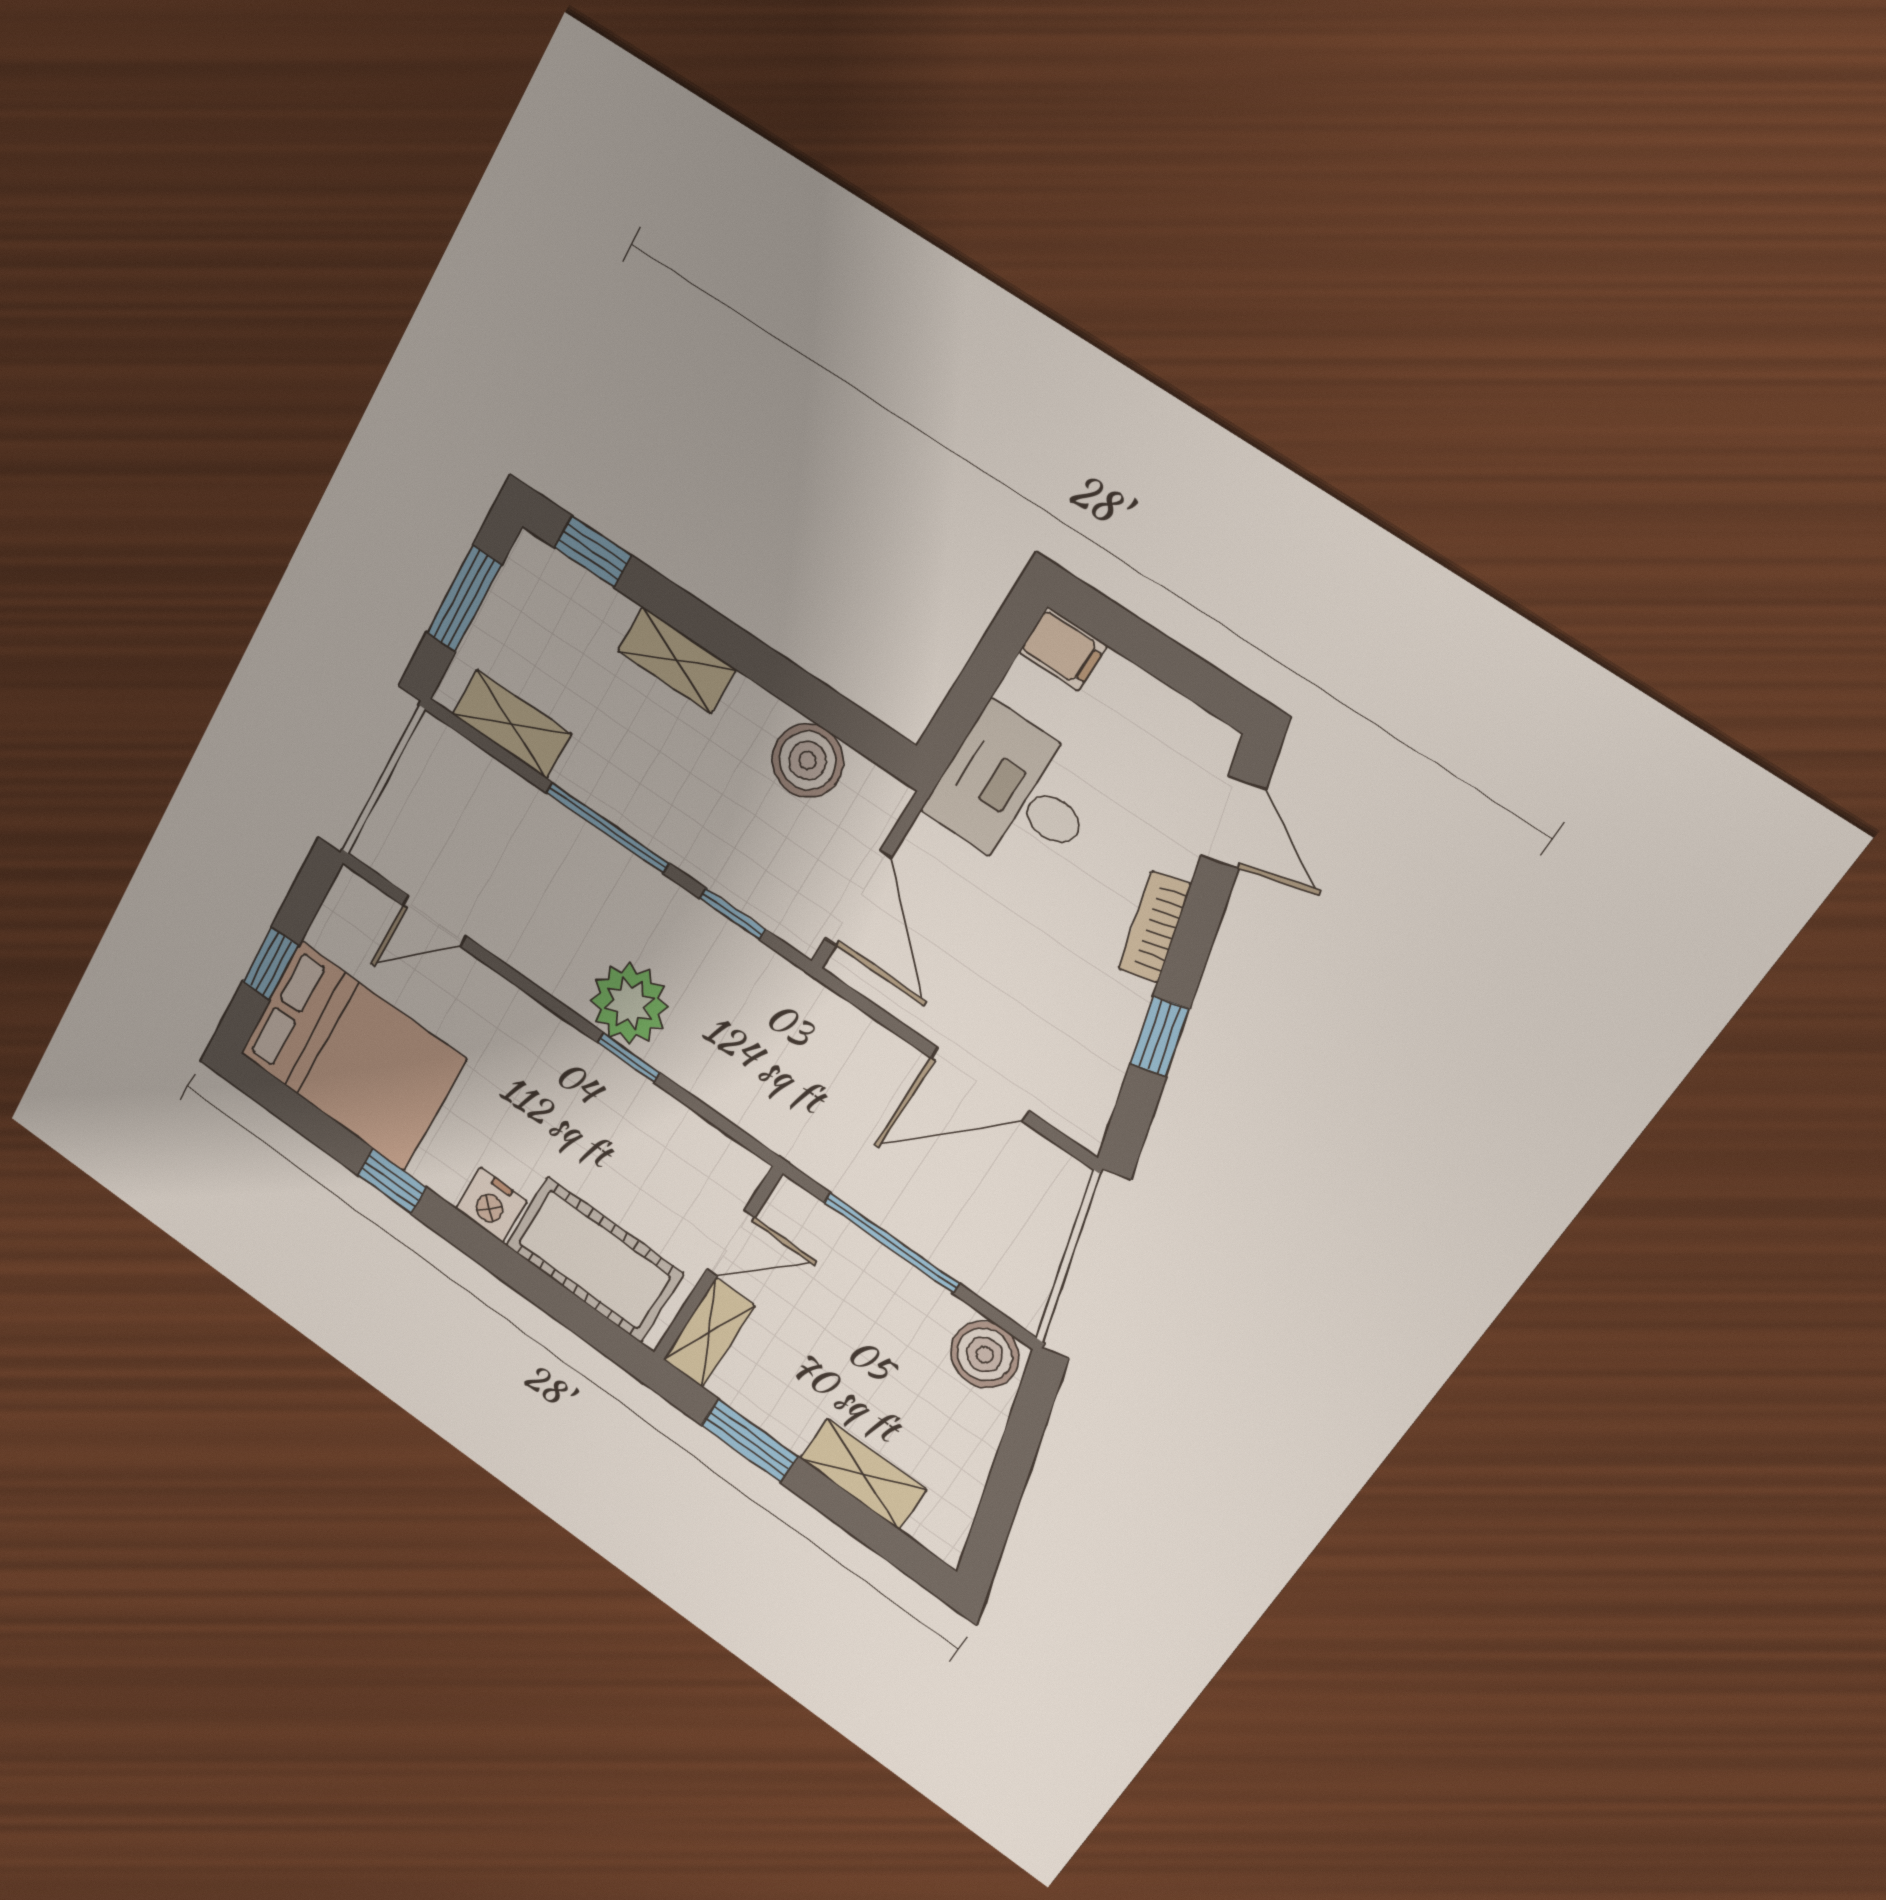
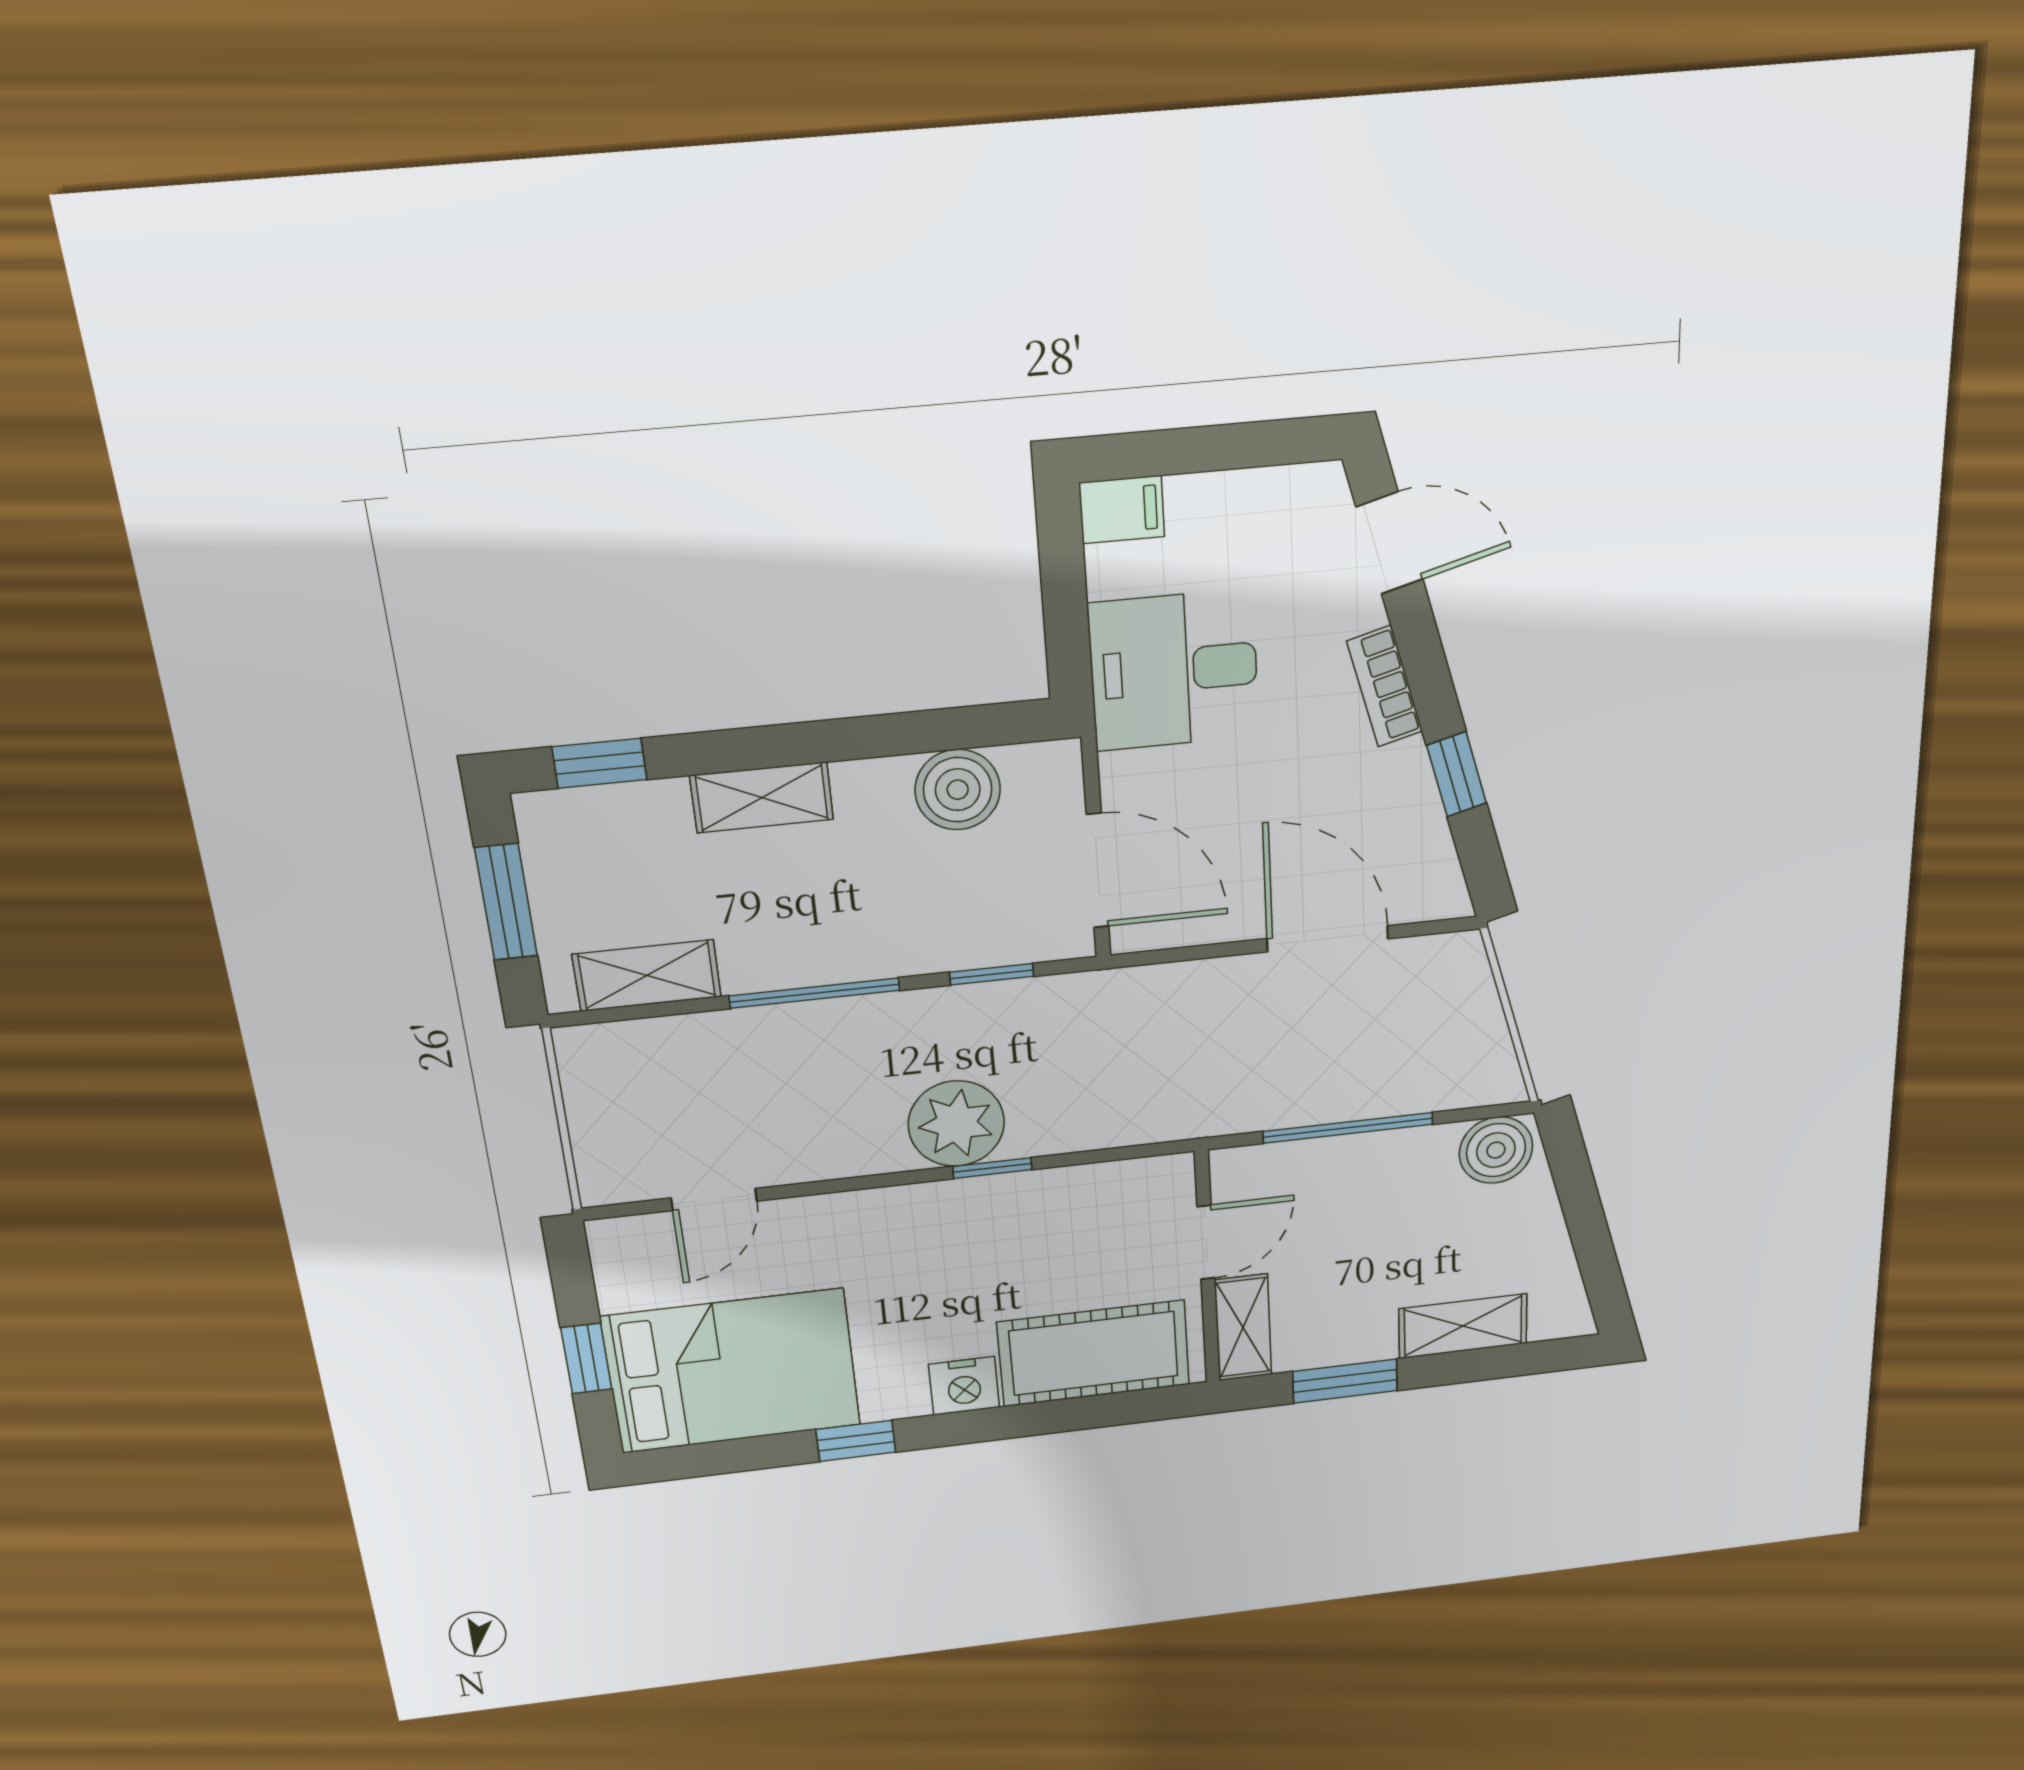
door: (980, 1084) -> (1328, 939), swing flipped

